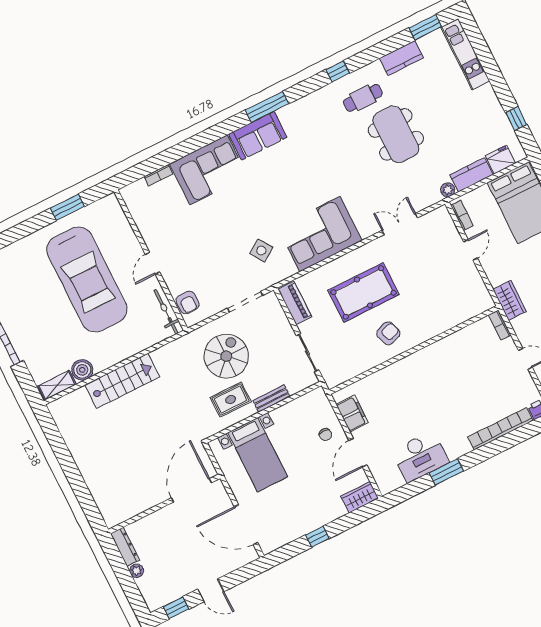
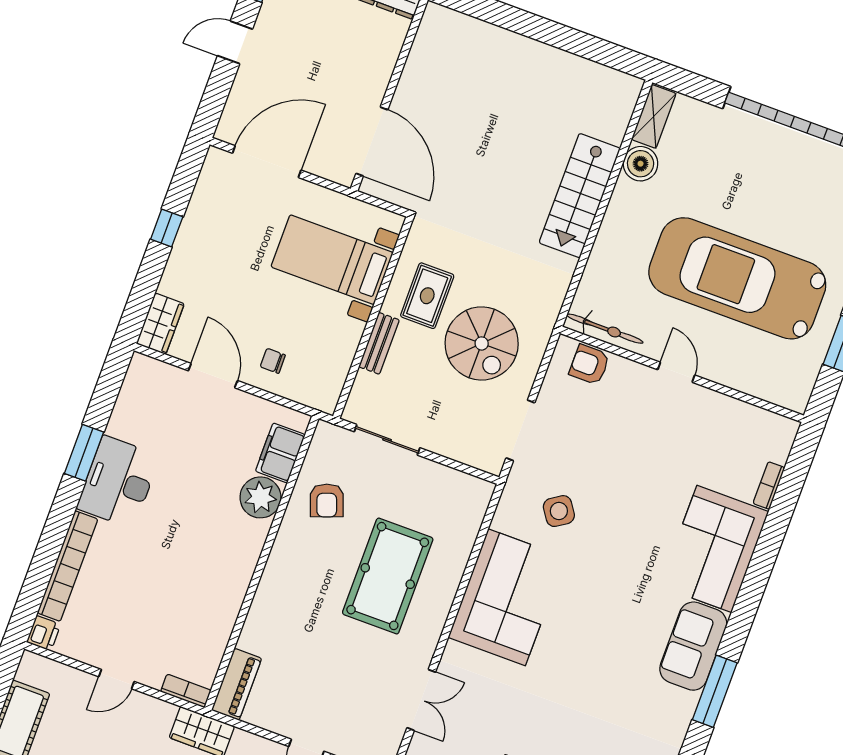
piano: (295, 303) -> (237, 684), moved, turned -90
armchair: (388, 333) -> (327, 500), moved
plant: (387, 379) -> (260, 497), added
filing cabinet: (352, 414) -> (280, 453), moved, turned 90
desk: (420, 457) -> (118, 482), moved

